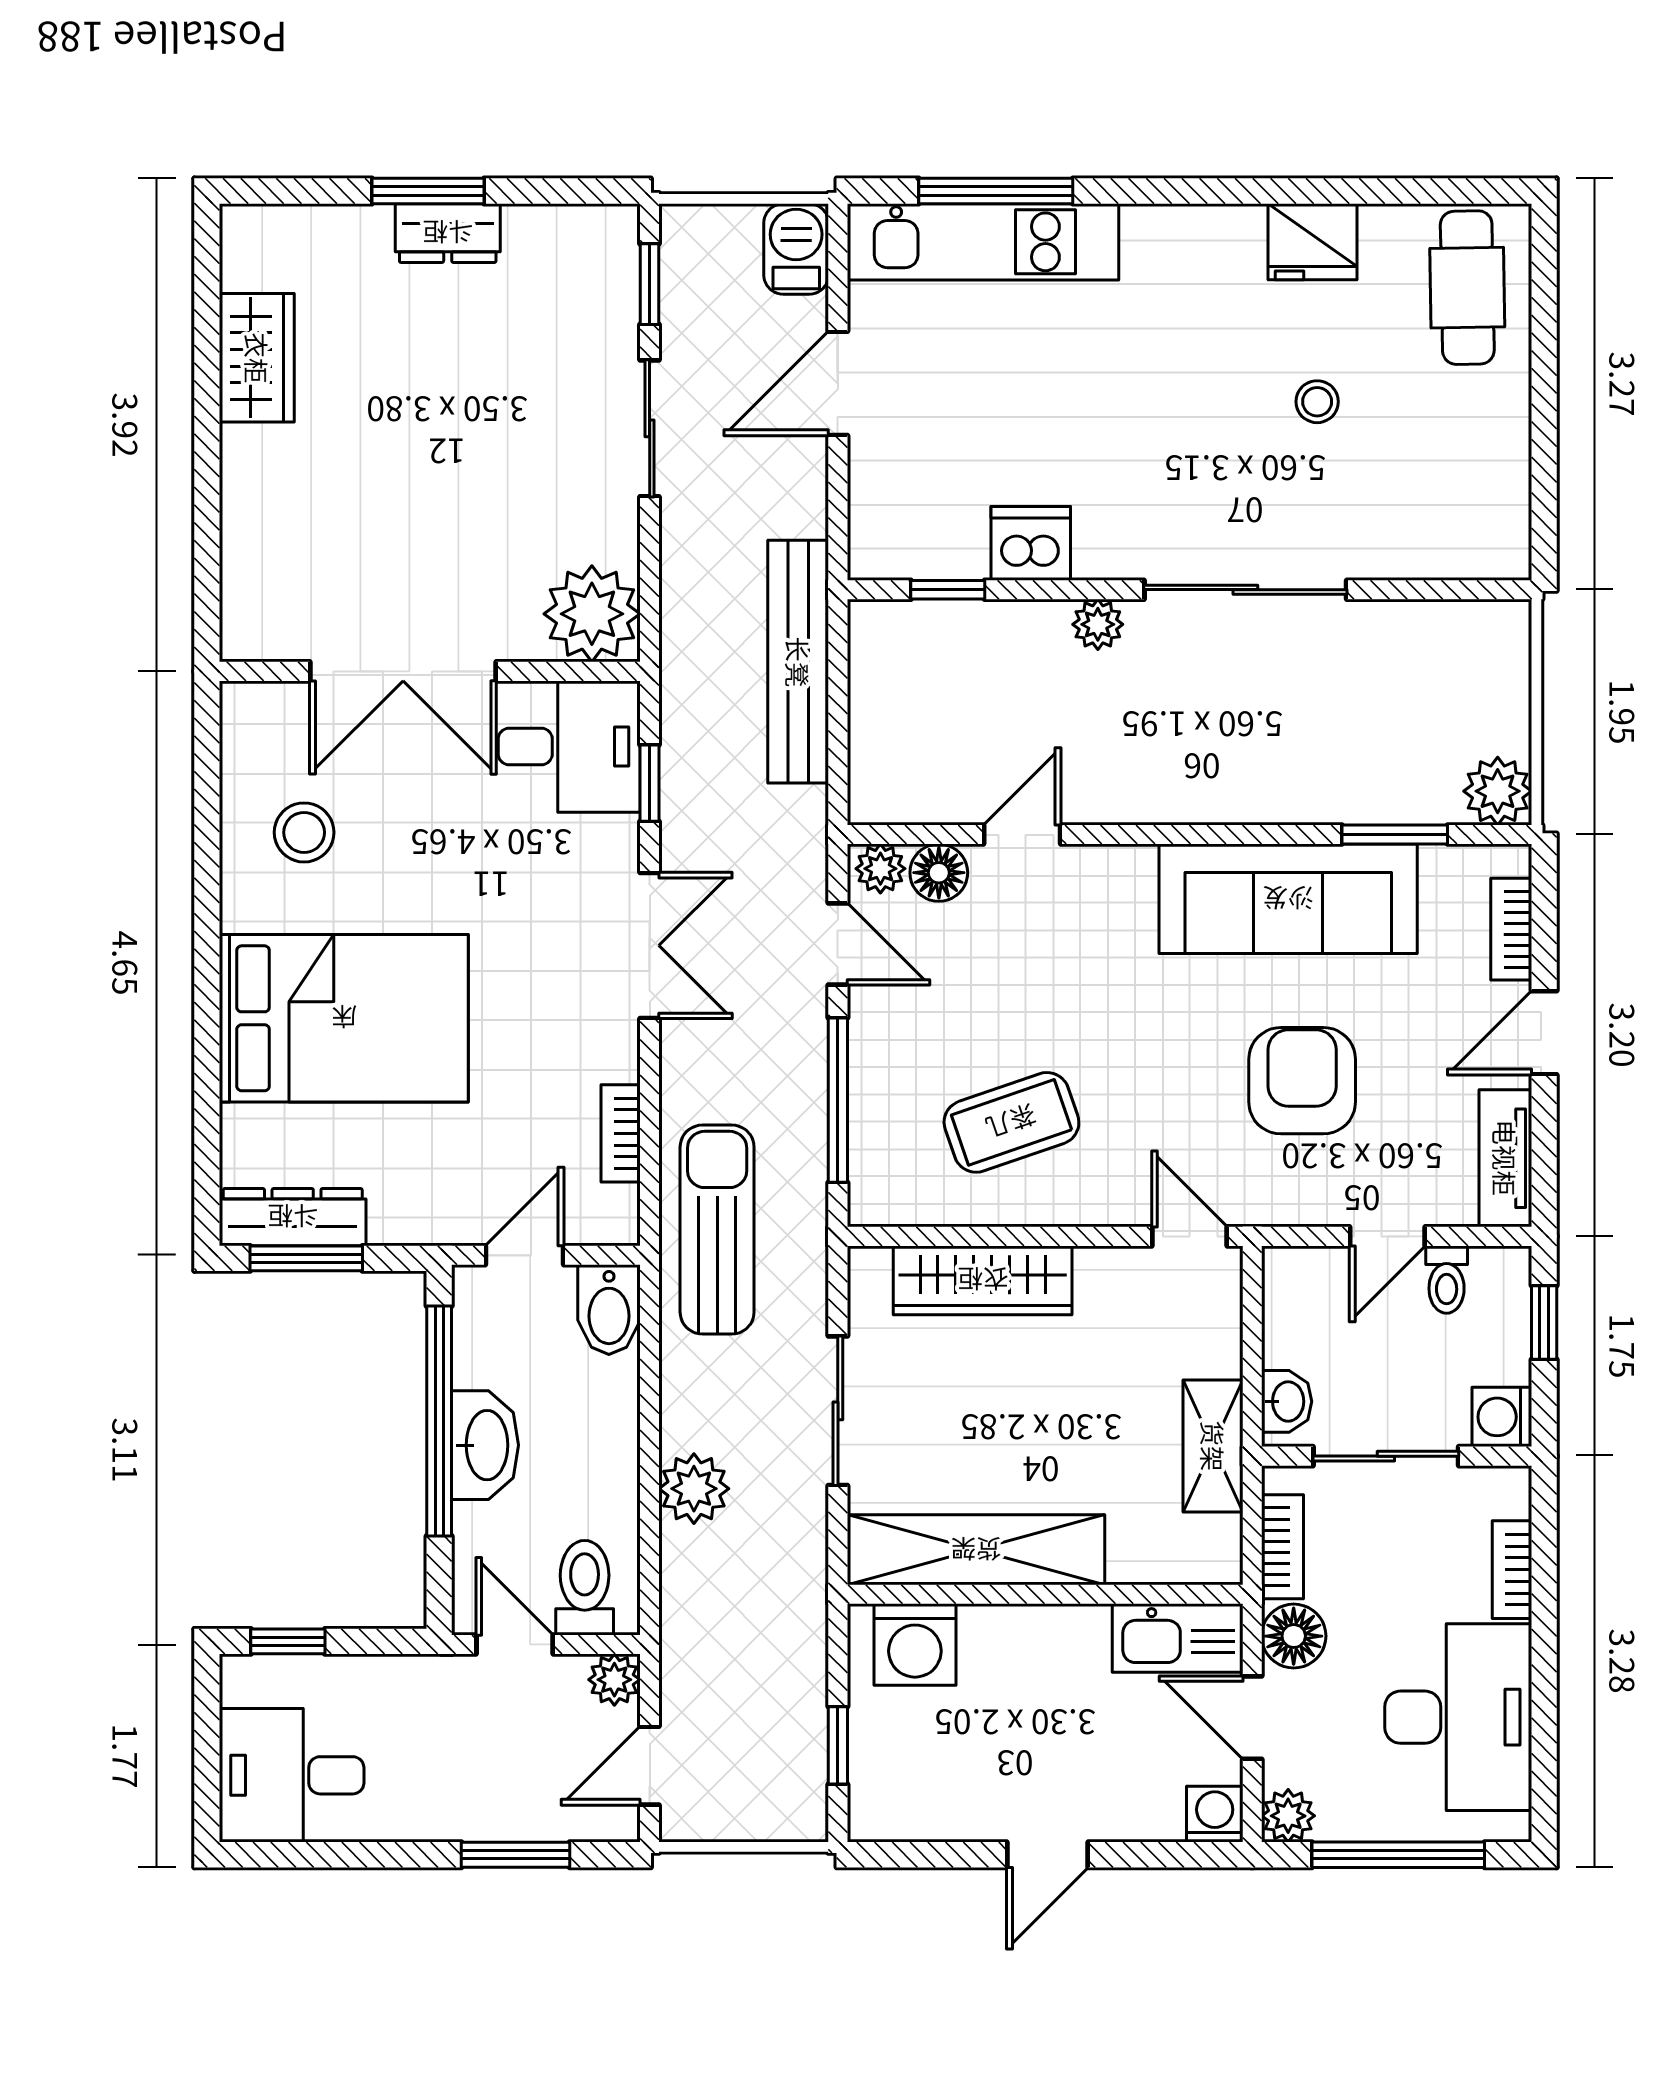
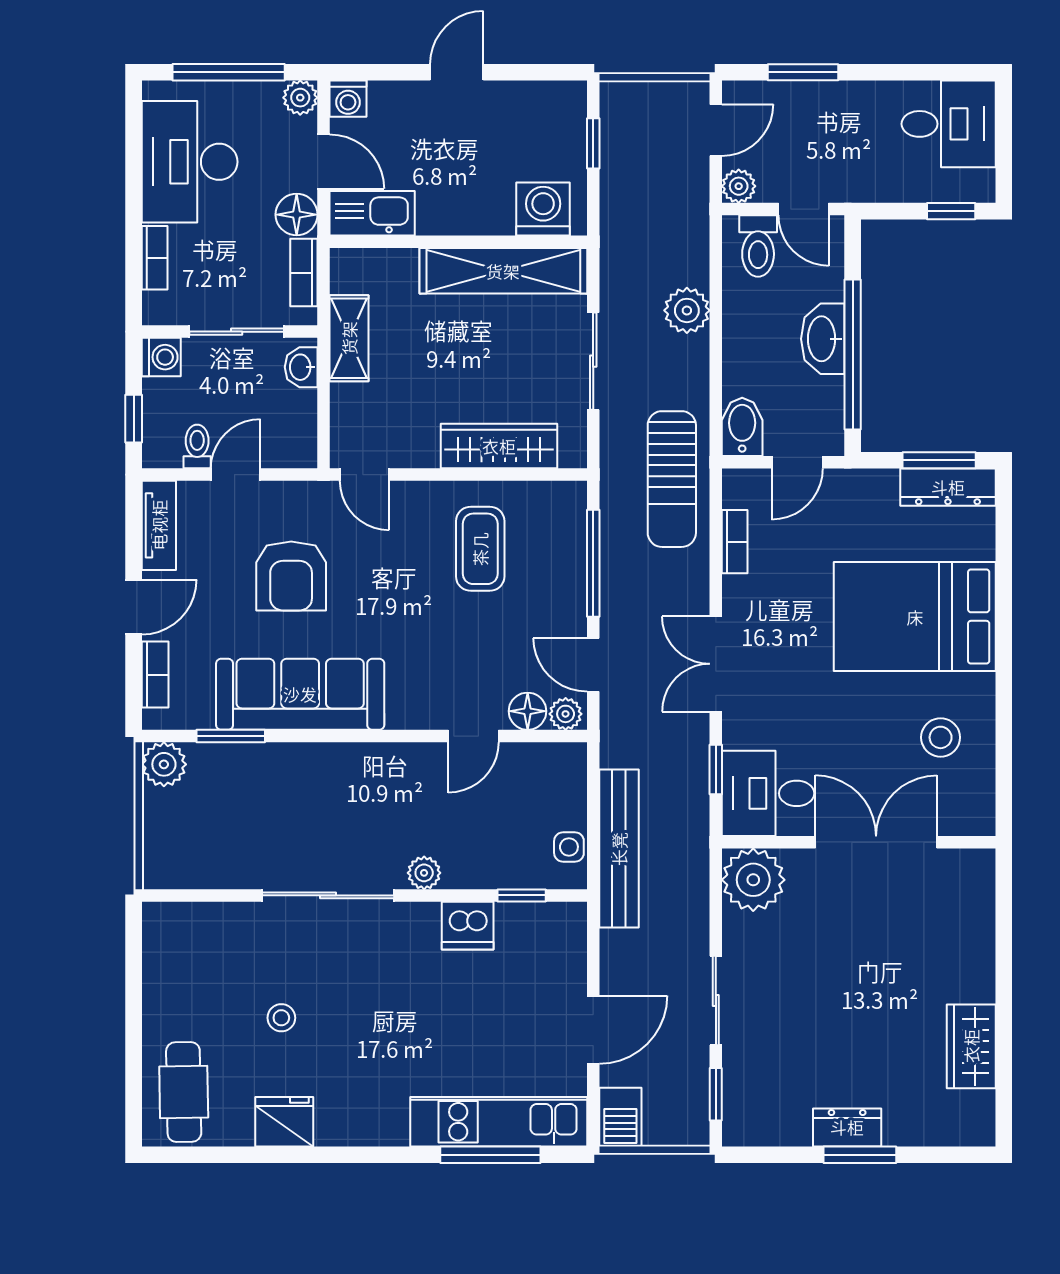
side table: (875, 664) -> (569, 847), added
coffee table: (1011, 1122) -> (480, 549), turned -71

